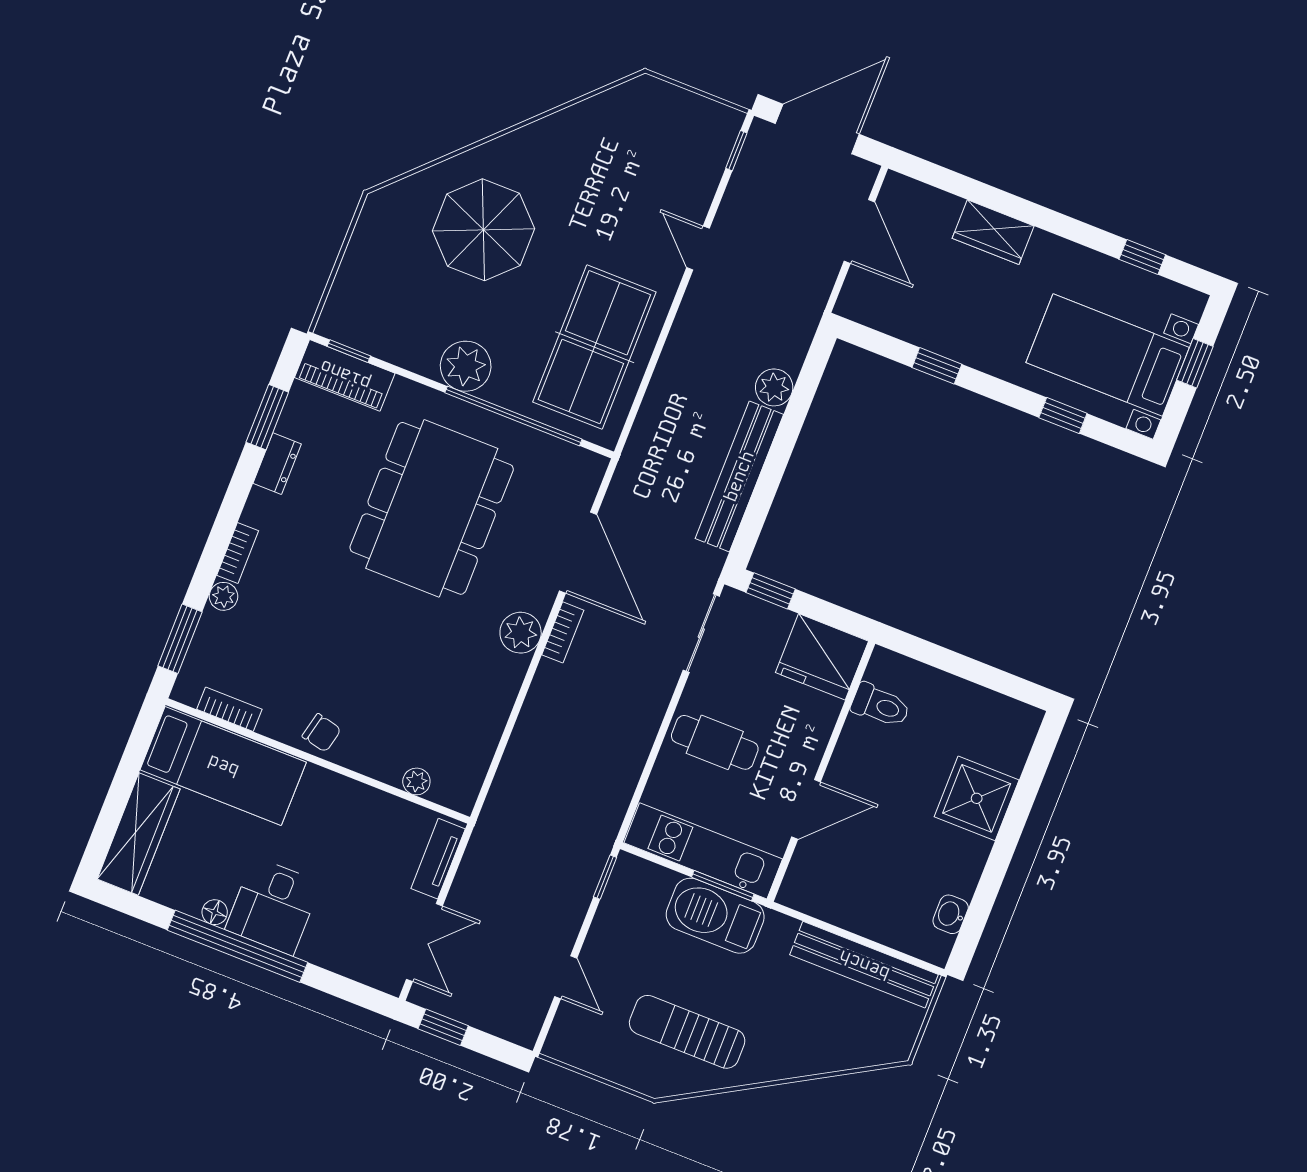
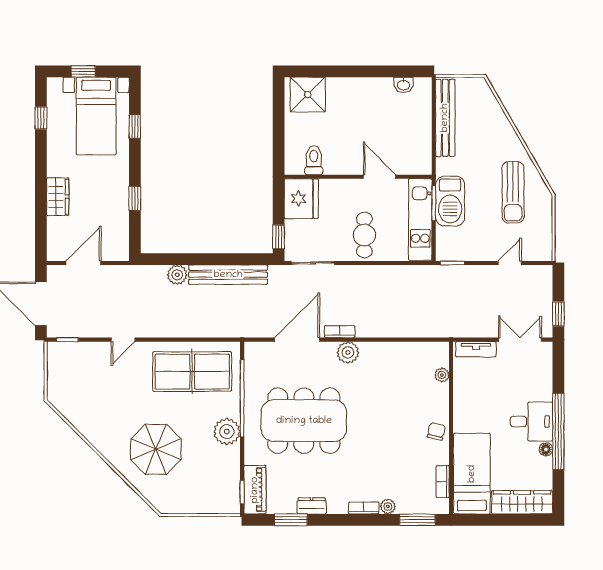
shower: (977, 798) -> (308, 94), moved

